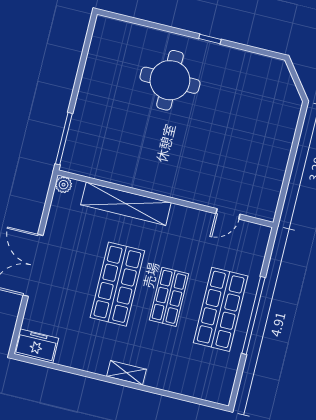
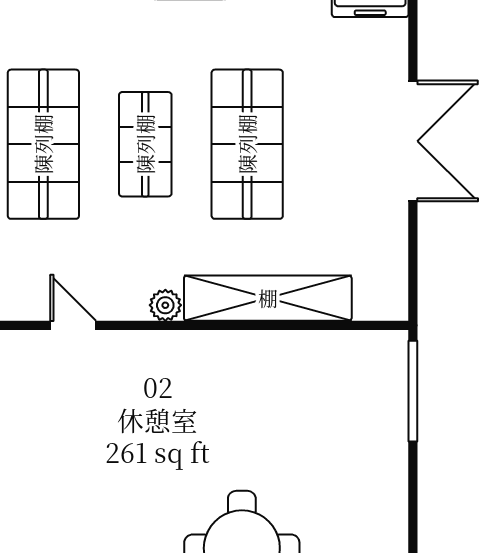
plant: (64, 185) -> (165, 305), moved
door: (228, 214) -> (73, 325), hinge flipped

